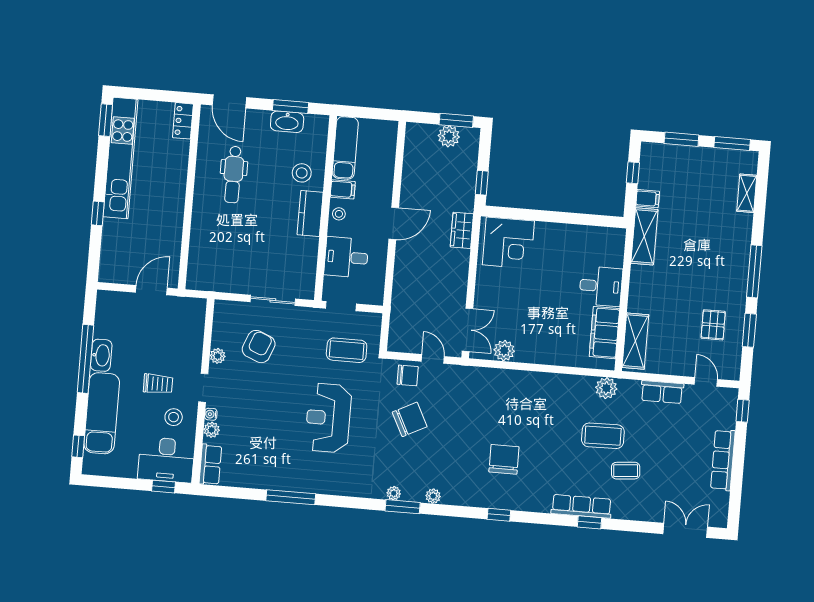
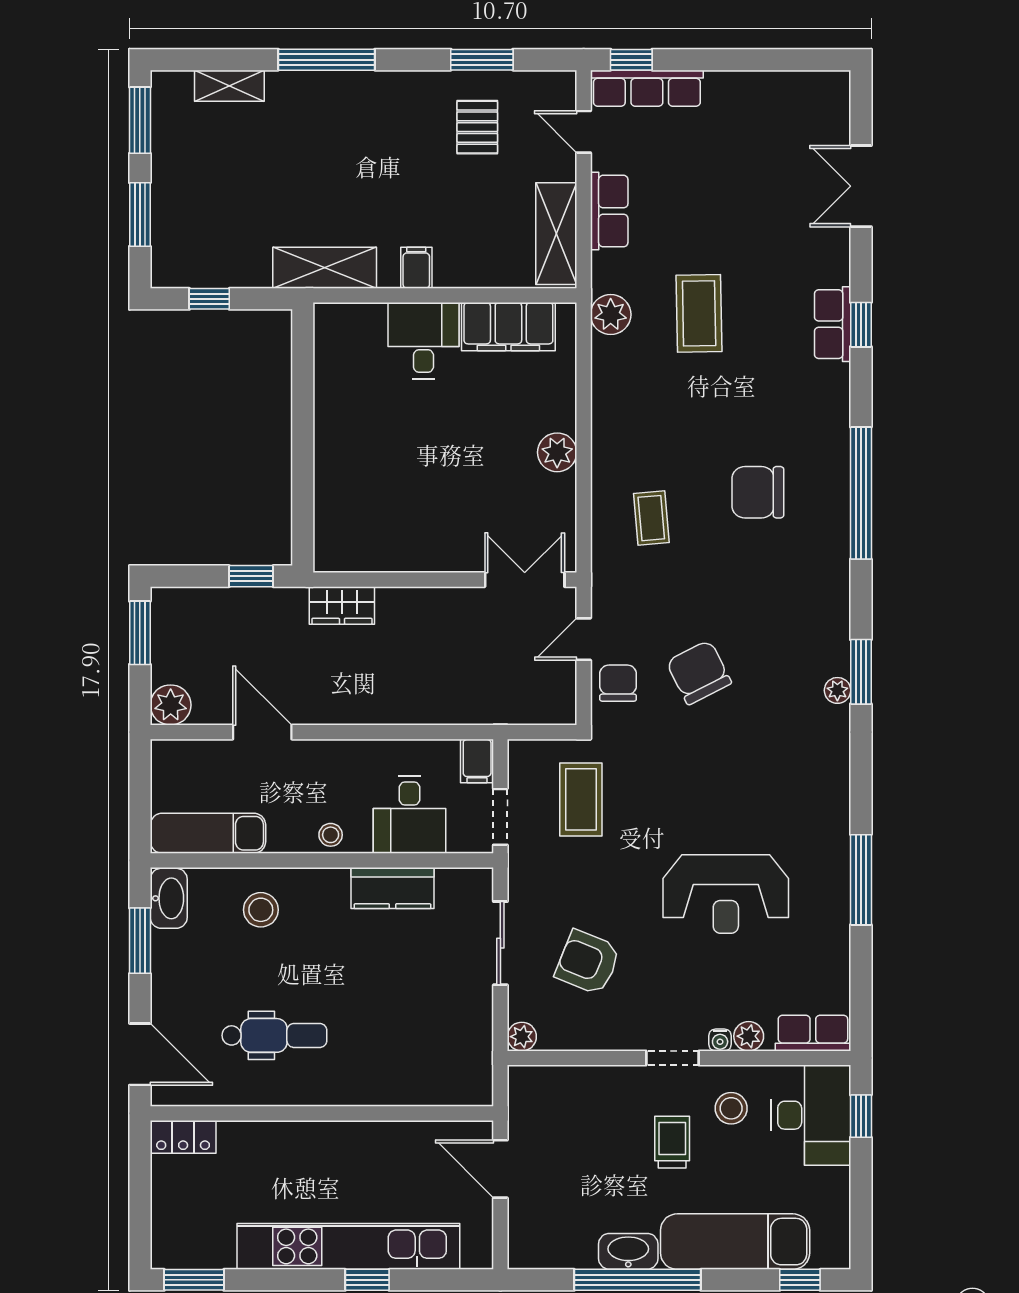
door: (229, 101) -> (140, 1054), hinge flipped
washbasin: (287, 122) -> (169, 898), moved
plant: (449, 136) -> (171, 705), moved
kitchen unit: (120, 158) -> (348, 1246), moved
filing cabinet: (343, 189) -> (477, 761), moved, turned 180
filing cabinet: (648, 199) -> (416, 268), moved
kitchen counter: (310, 213) -> (392, 888), moved
door: (394, 223) -> (262, 732), moved
corner desk: (508, 243) -> (358, 518), removed
window: (754, 271) -> (326, 60), moved
pallet: (713, 325) -> (477, 127), turned 90
shelving: (635, 341) -> (556, 234), moved, turned 90
plant: (504, 351) -> (557, 452), moved
plant: (218, 356) -> (522, 1037), moved
door: (706, 382) -> (584, 132), hinge flipped
reception desk: (328, 418) -> (726, 894), moved
row of seats: (723, 460) -> (647, 88), moved
coffee table: (626, 471) -> (651, 518), moved
plant: (433, 496) -> (837, 617), removed
row of seats: (581, 506) -> (833, 324), width x0.68
window: (499, 515) -> (861, 493), width x3.17
double door: (685, 530) -> (861, 186), moved

